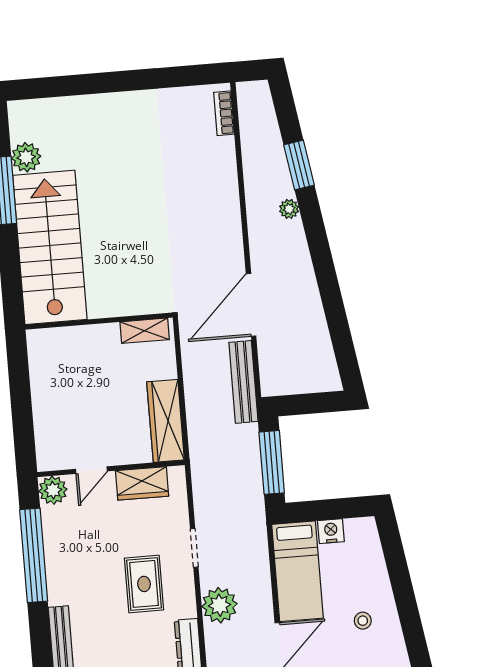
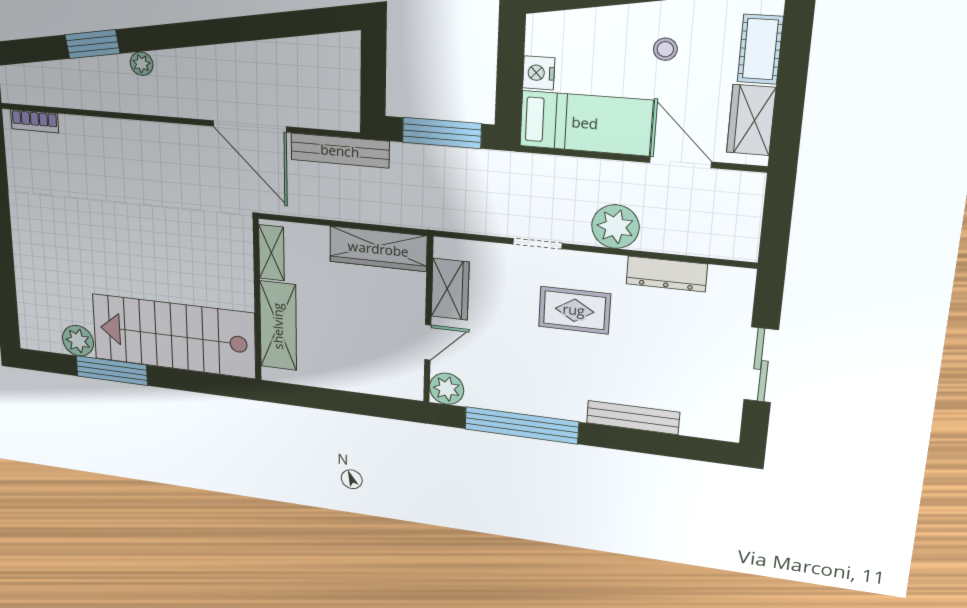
shelving: (80, 341) -> (278, 326), added
door: (91, 470) -> (428, 342), hinge flipped

